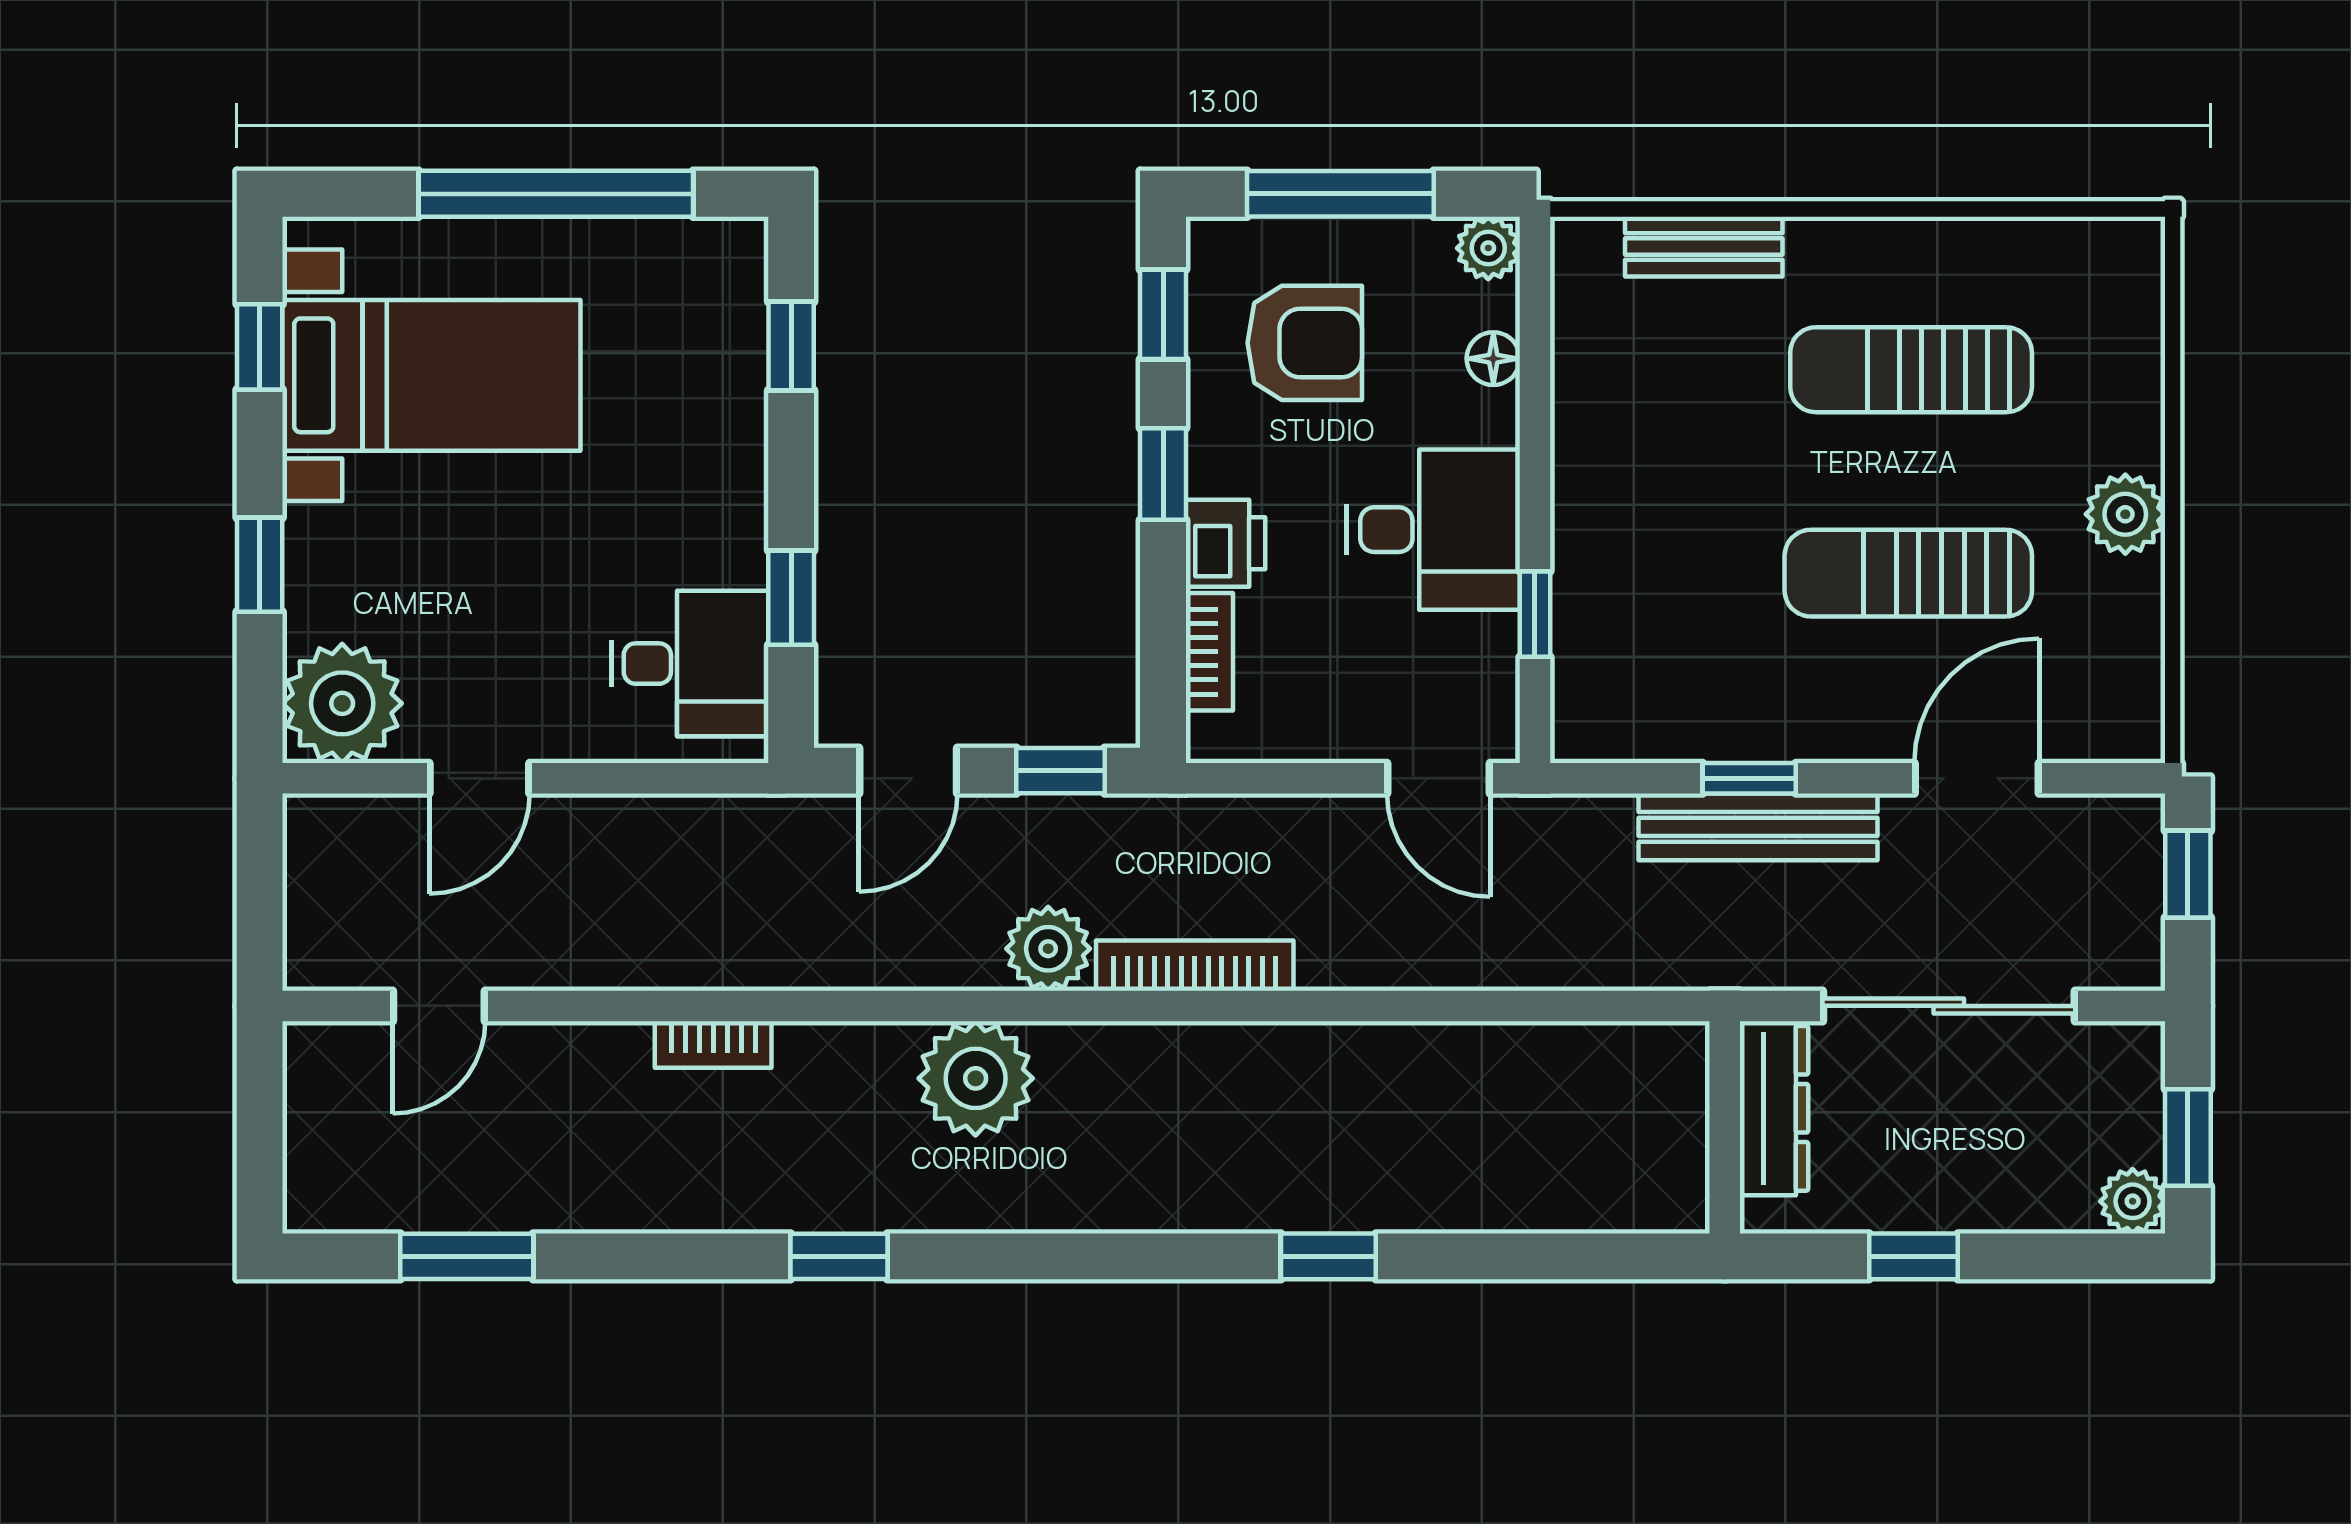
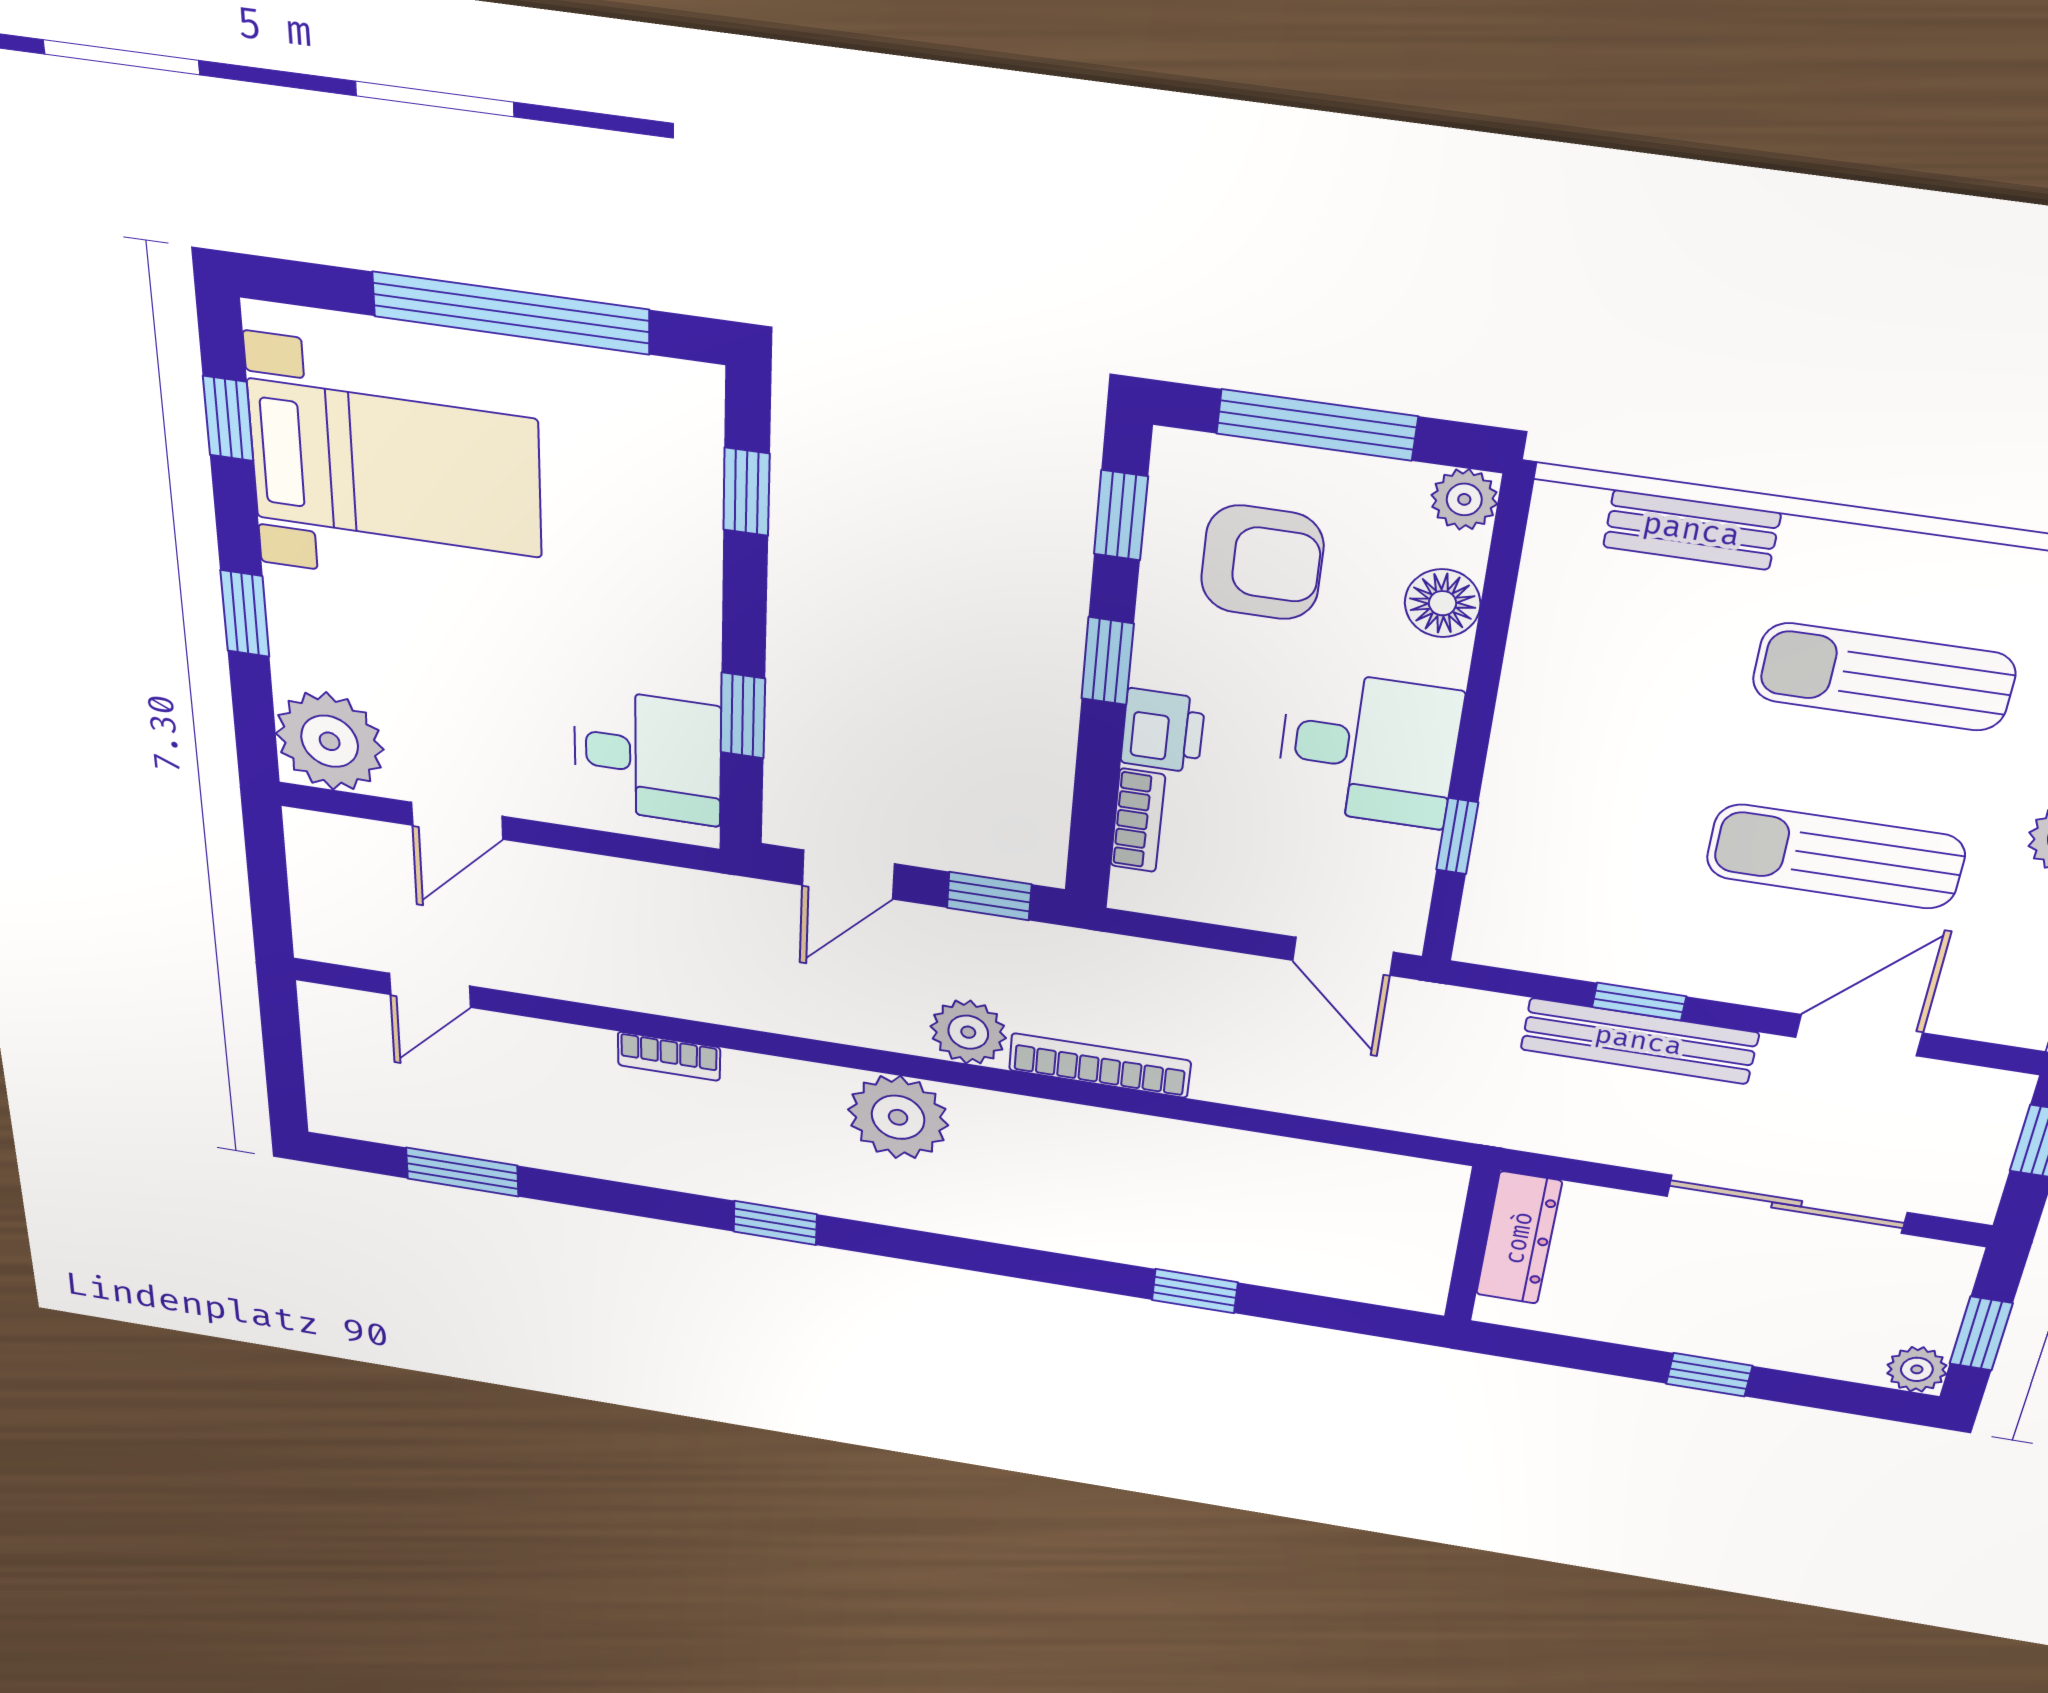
floor lamp: (1493, 359) -> (1443, 603), width x1.37, depth x1.37
dresser: (1774, 1108) -> (1519, 1238), moved
wall: (1725, 1127) -> (1472, 1244), moved

